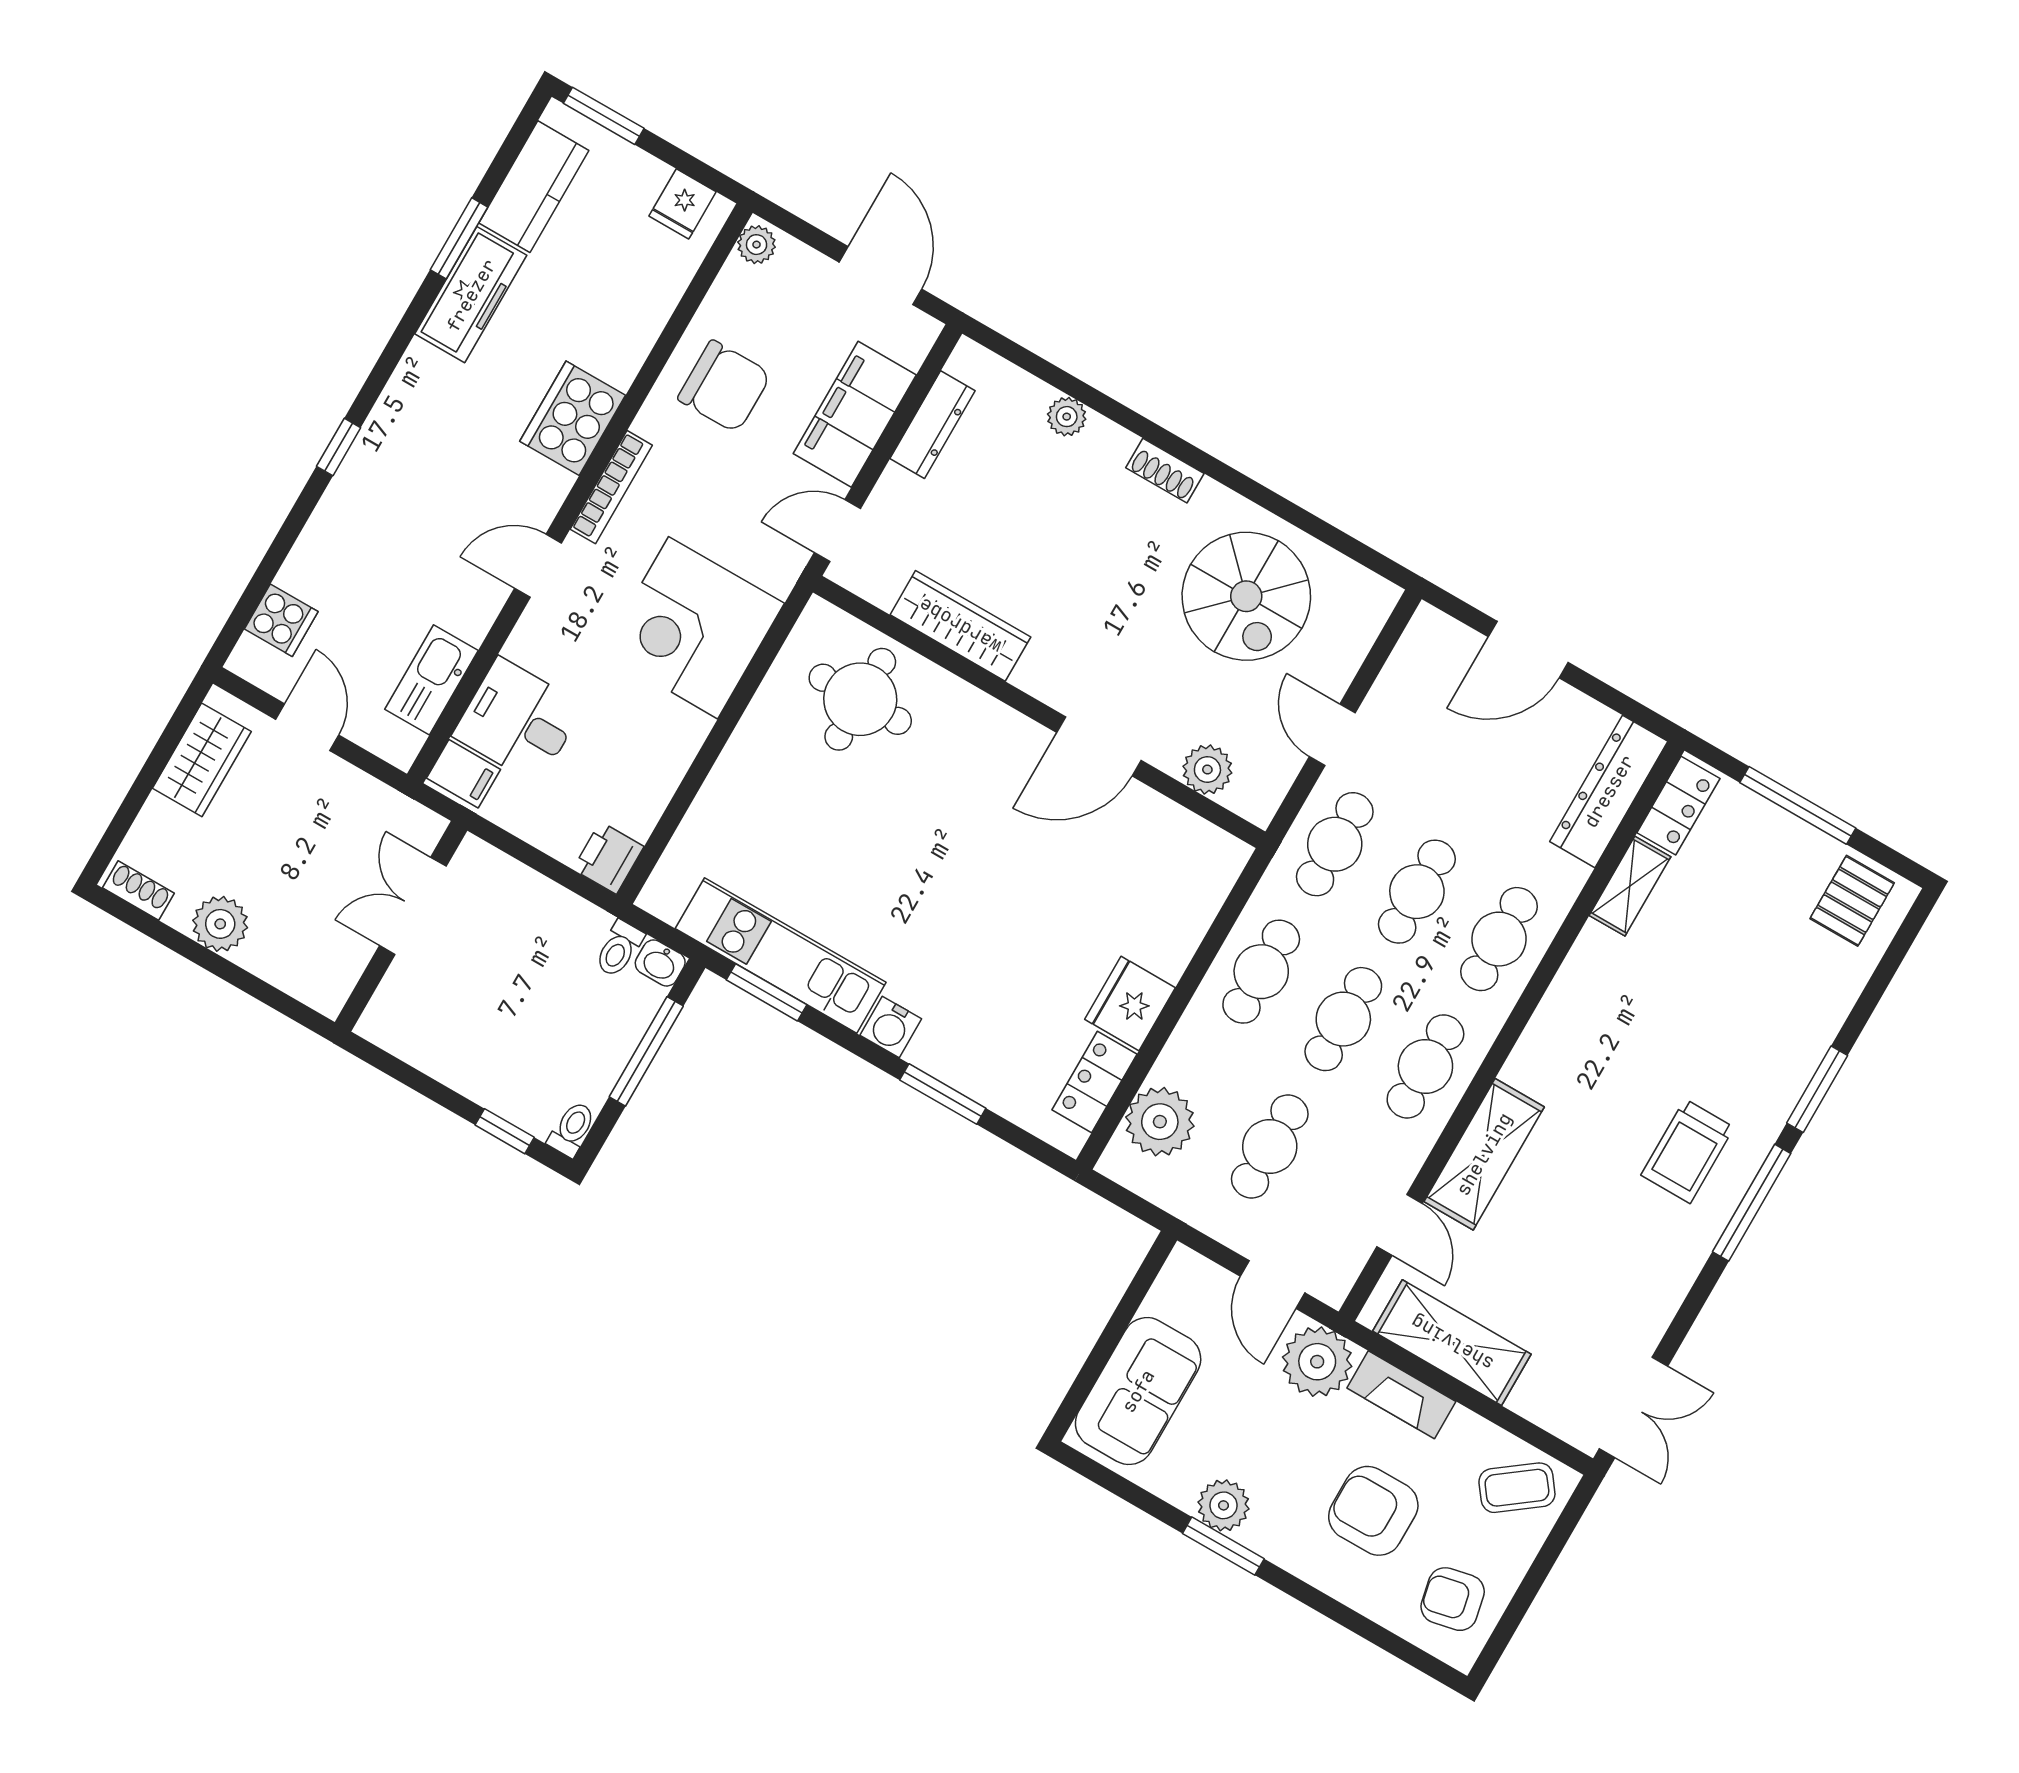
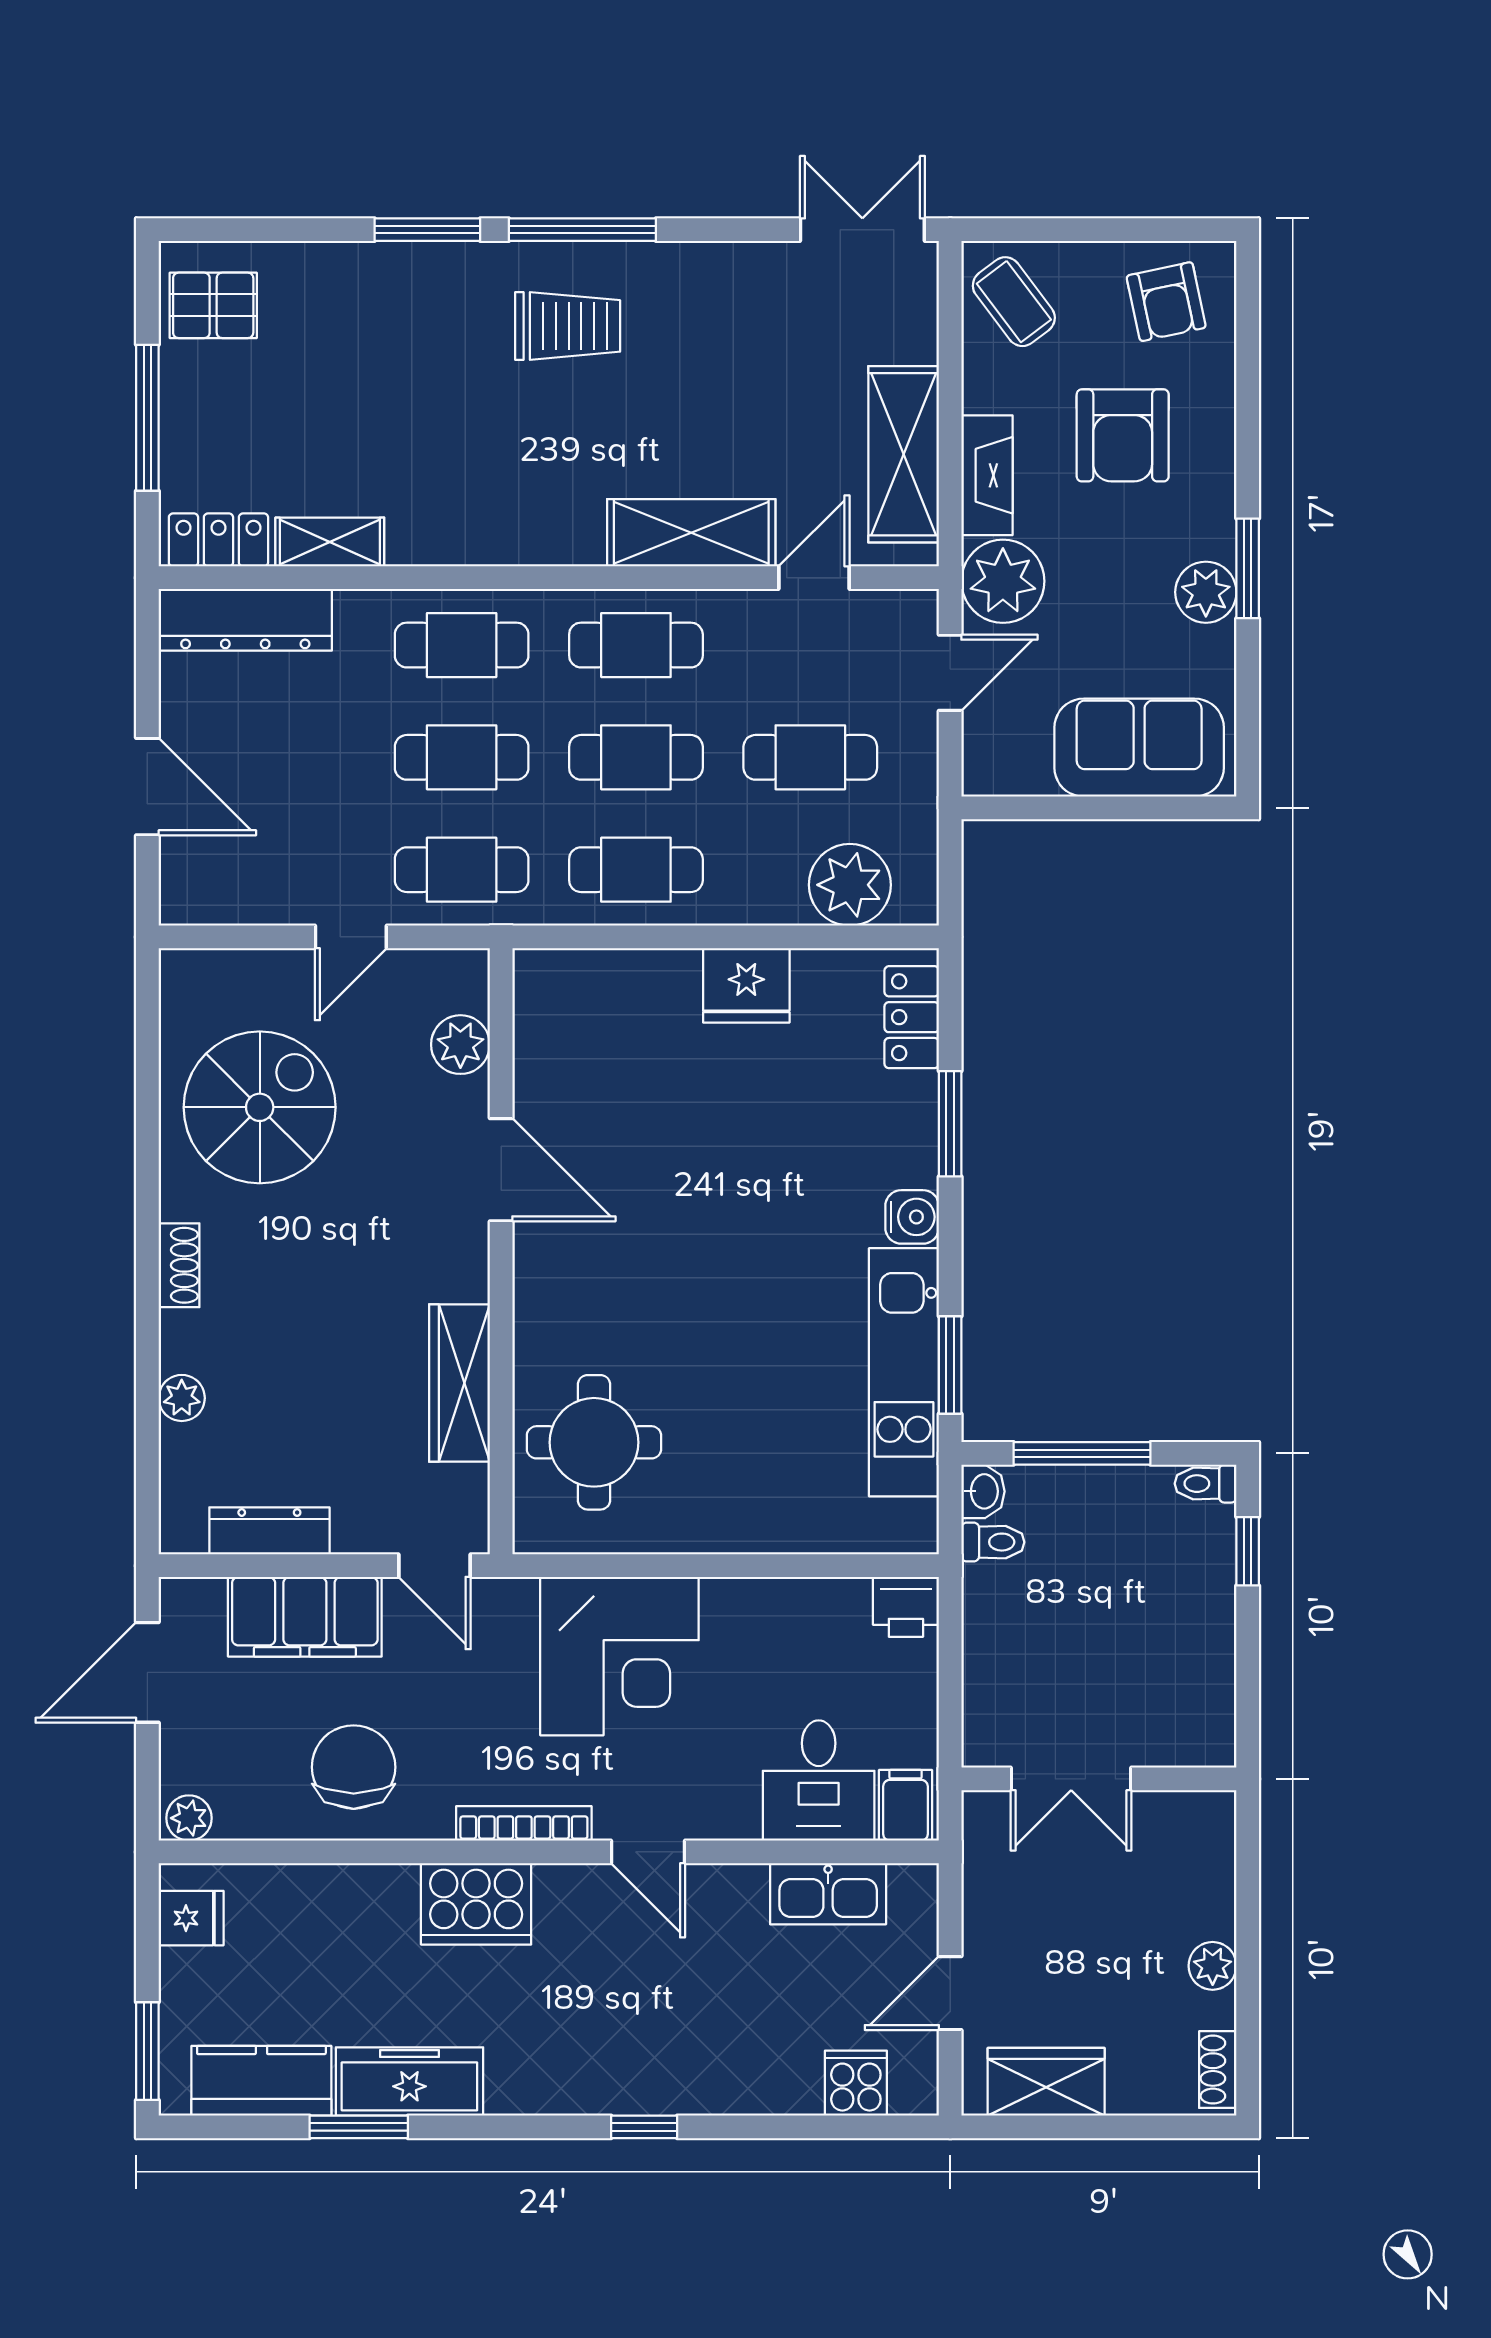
plant: (220, 924) -> (1213, 1966), width x0.73, depth x0.73
locker: (1094, 1082) -> (912, 1017), moved, turned 90

